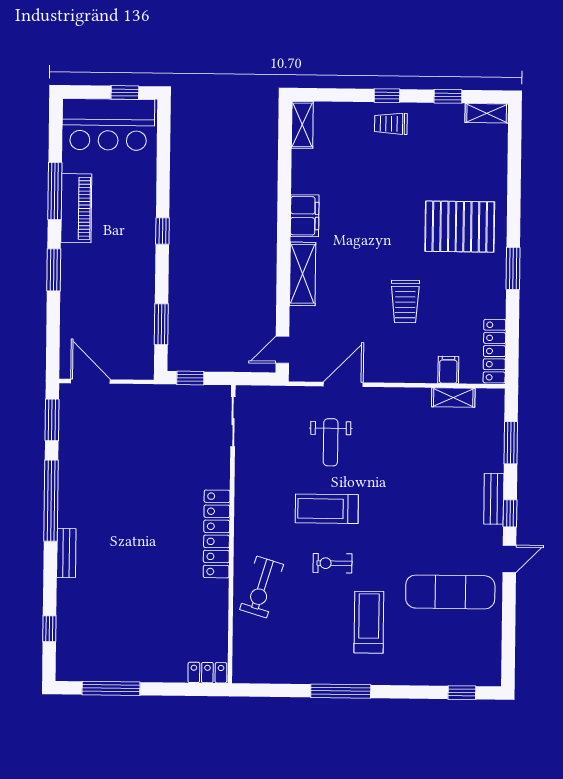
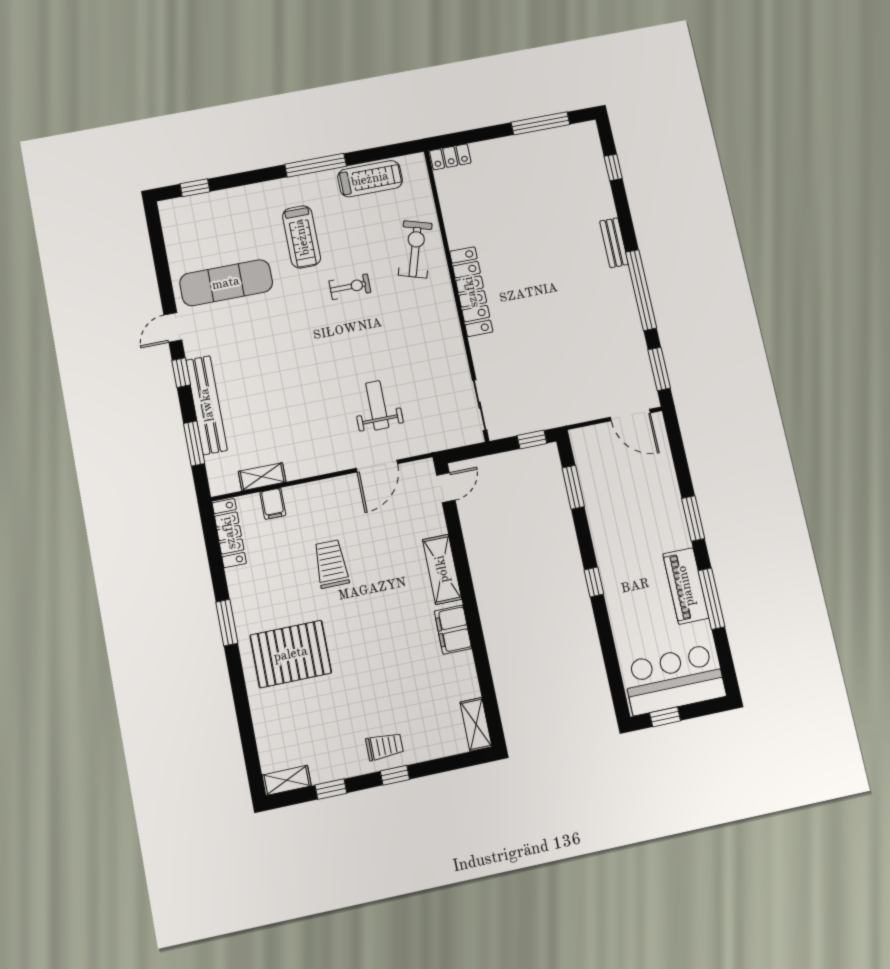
bench: (494, 499) -> (207, 405), width x1.86, depth x1.21
treadmill: (327, 509) -> (370, 179), moved

